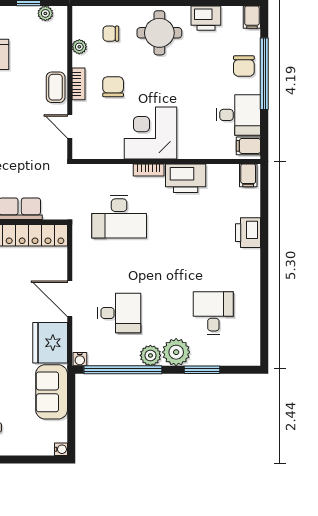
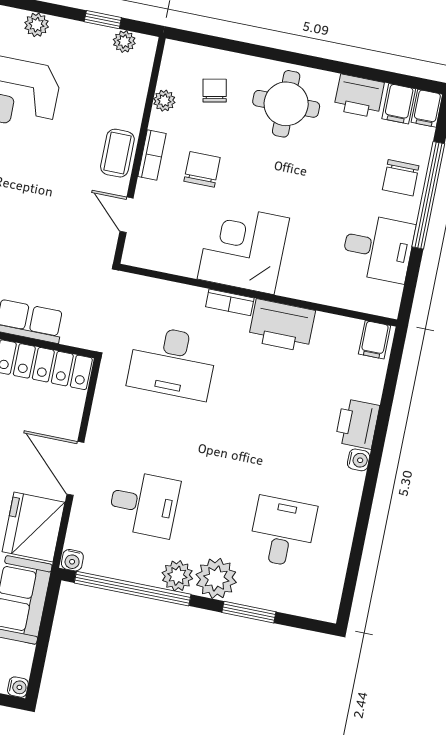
chair: (111, 34) -> (215, 91), turned 79
filing cabinet: (248, 146) -> (399, 104), moved, turned -90
water cooler: (254, 256) -> (359, 460), added

